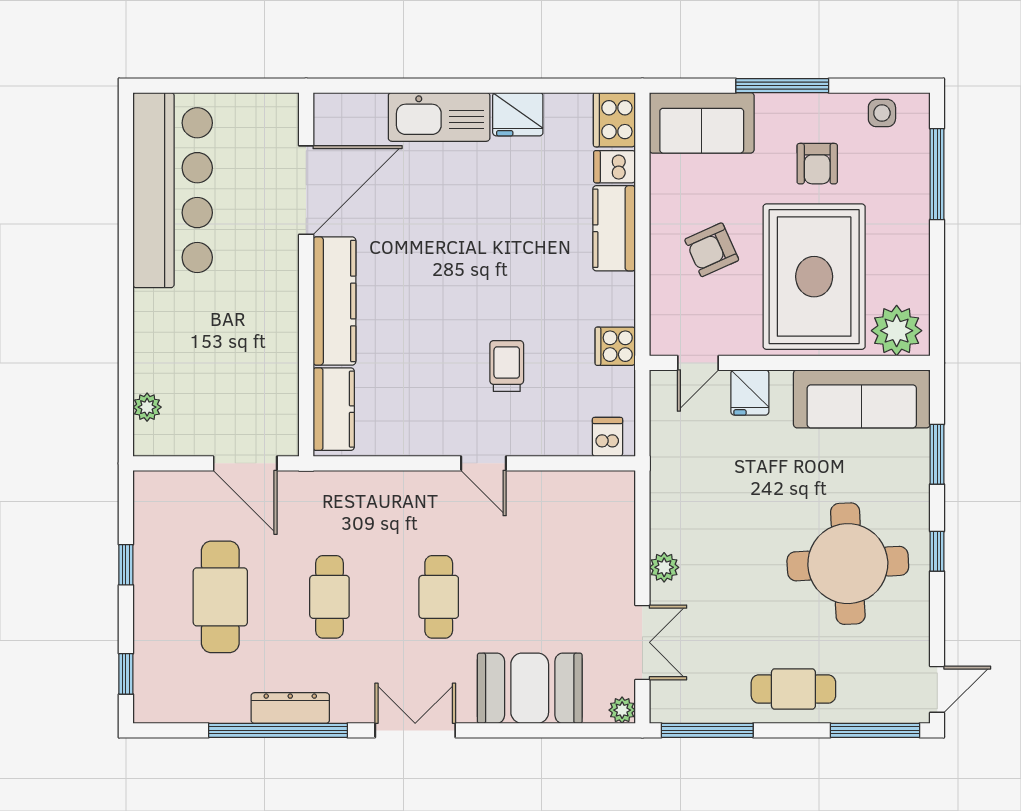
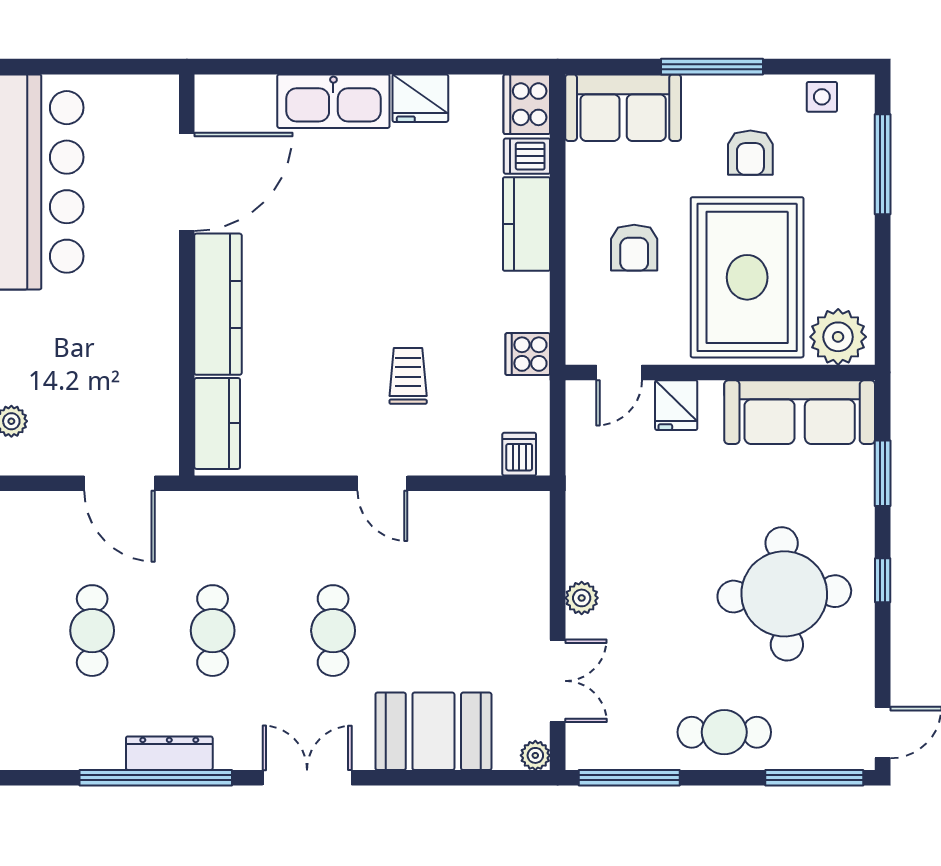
armchair: (712, 250) -> (634, 248), turned -66
cafe table: (220, 597) -> (92, 631), width x0.73, depth x0.74

